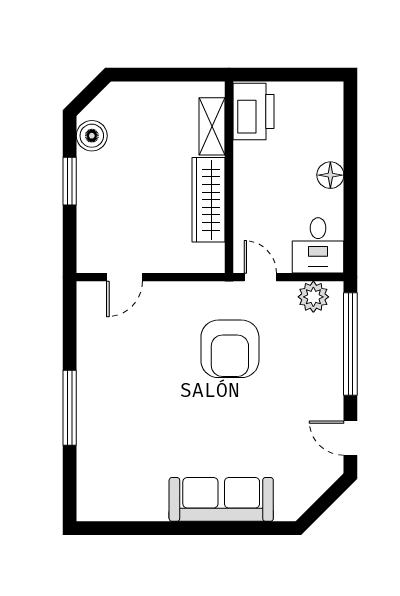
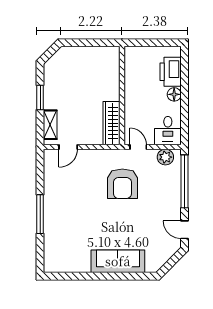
printer: (253, 111) -> (171, 72), moved, turned 180
shelving: (212, 126) -> (50, 125), moved
boiler: (92, 136) -> (51, 74), removed
wardrobe: (209, 200) -> (111, 123), moved

